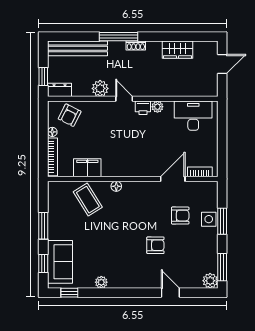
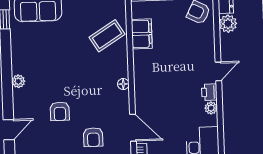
plant: (100, 88) -> (228, 24), moved
floor lamp: (116, 186) -> (123, 84), moved
plant: (101, 282) -> (18, 81), moved

